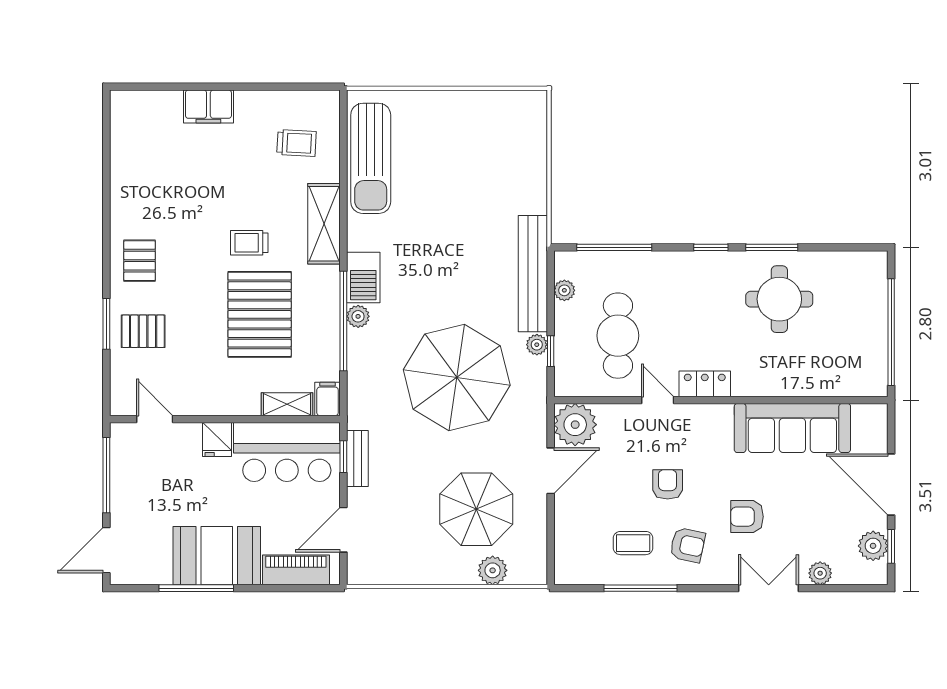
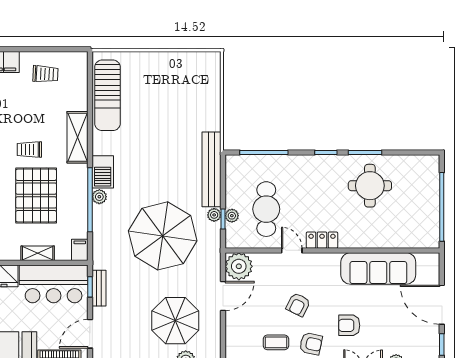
trolley: (296, 143) -> (45, 74), moved
plant: (564, 290) -> (232, 216), moved
shelving: (287, 404) -> (38, 253), moved
armchair: (668, 484) -> (298, 305), turned -153
plant: (873, 546) -> (430, 344), removed

